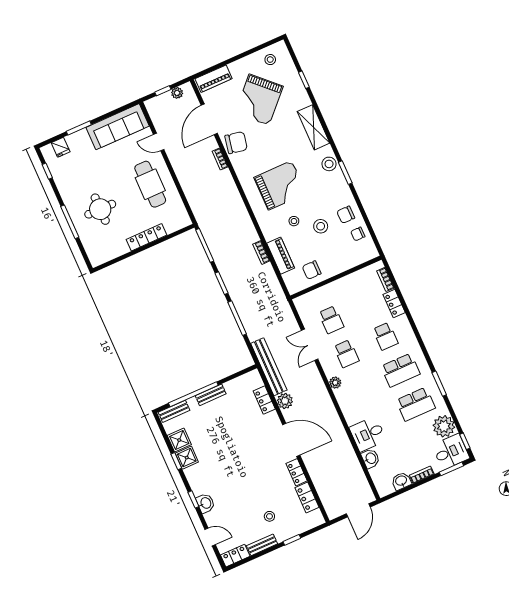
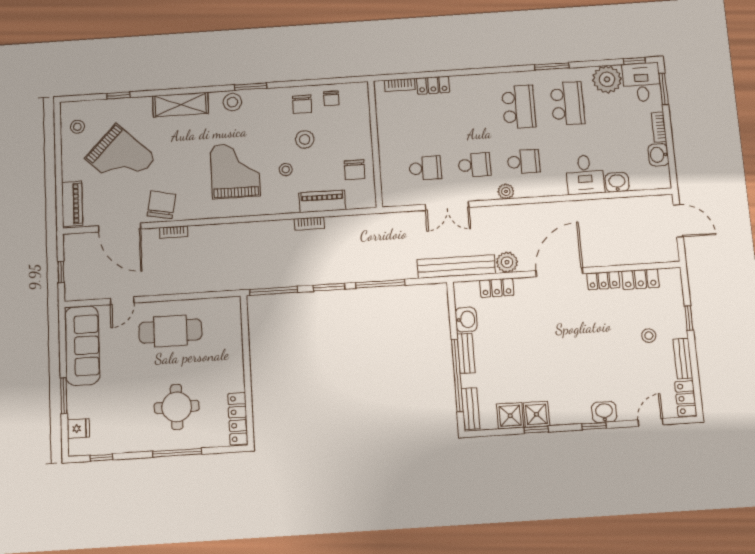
plant: (177, 93) -> (71, 255), removed
locker: (147, 237) -> (238, 419), moved
school desk: (385, 336) -> (524, 162), moved
washbasin: (234, 387) -> (466, 320), added

